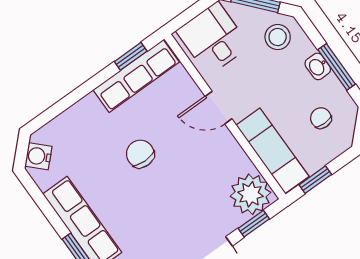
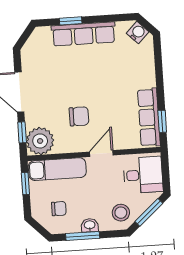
chair: (140, 154) -> (79, 116), moved

